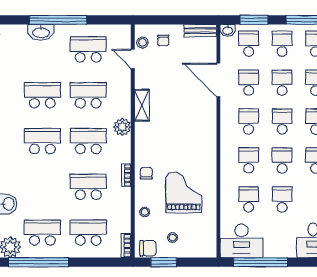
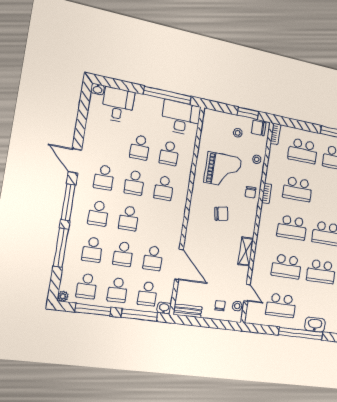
window: (254, 20) -> (140, 315), width x1.44
school desk: (249, 122) -> (158, 223), removed
plant: (122, 127) -> (264, 235), removed
chair: (178, 143) -> (221, 214), added
grand piano: (184, 192) -> (223, 170), turned -90

